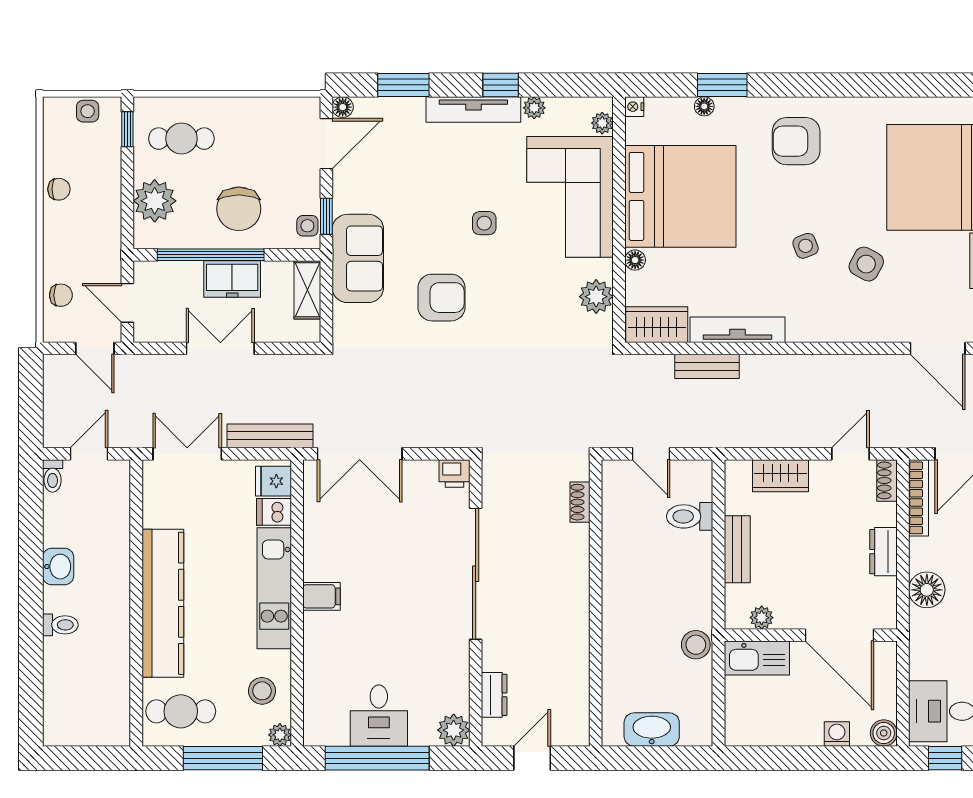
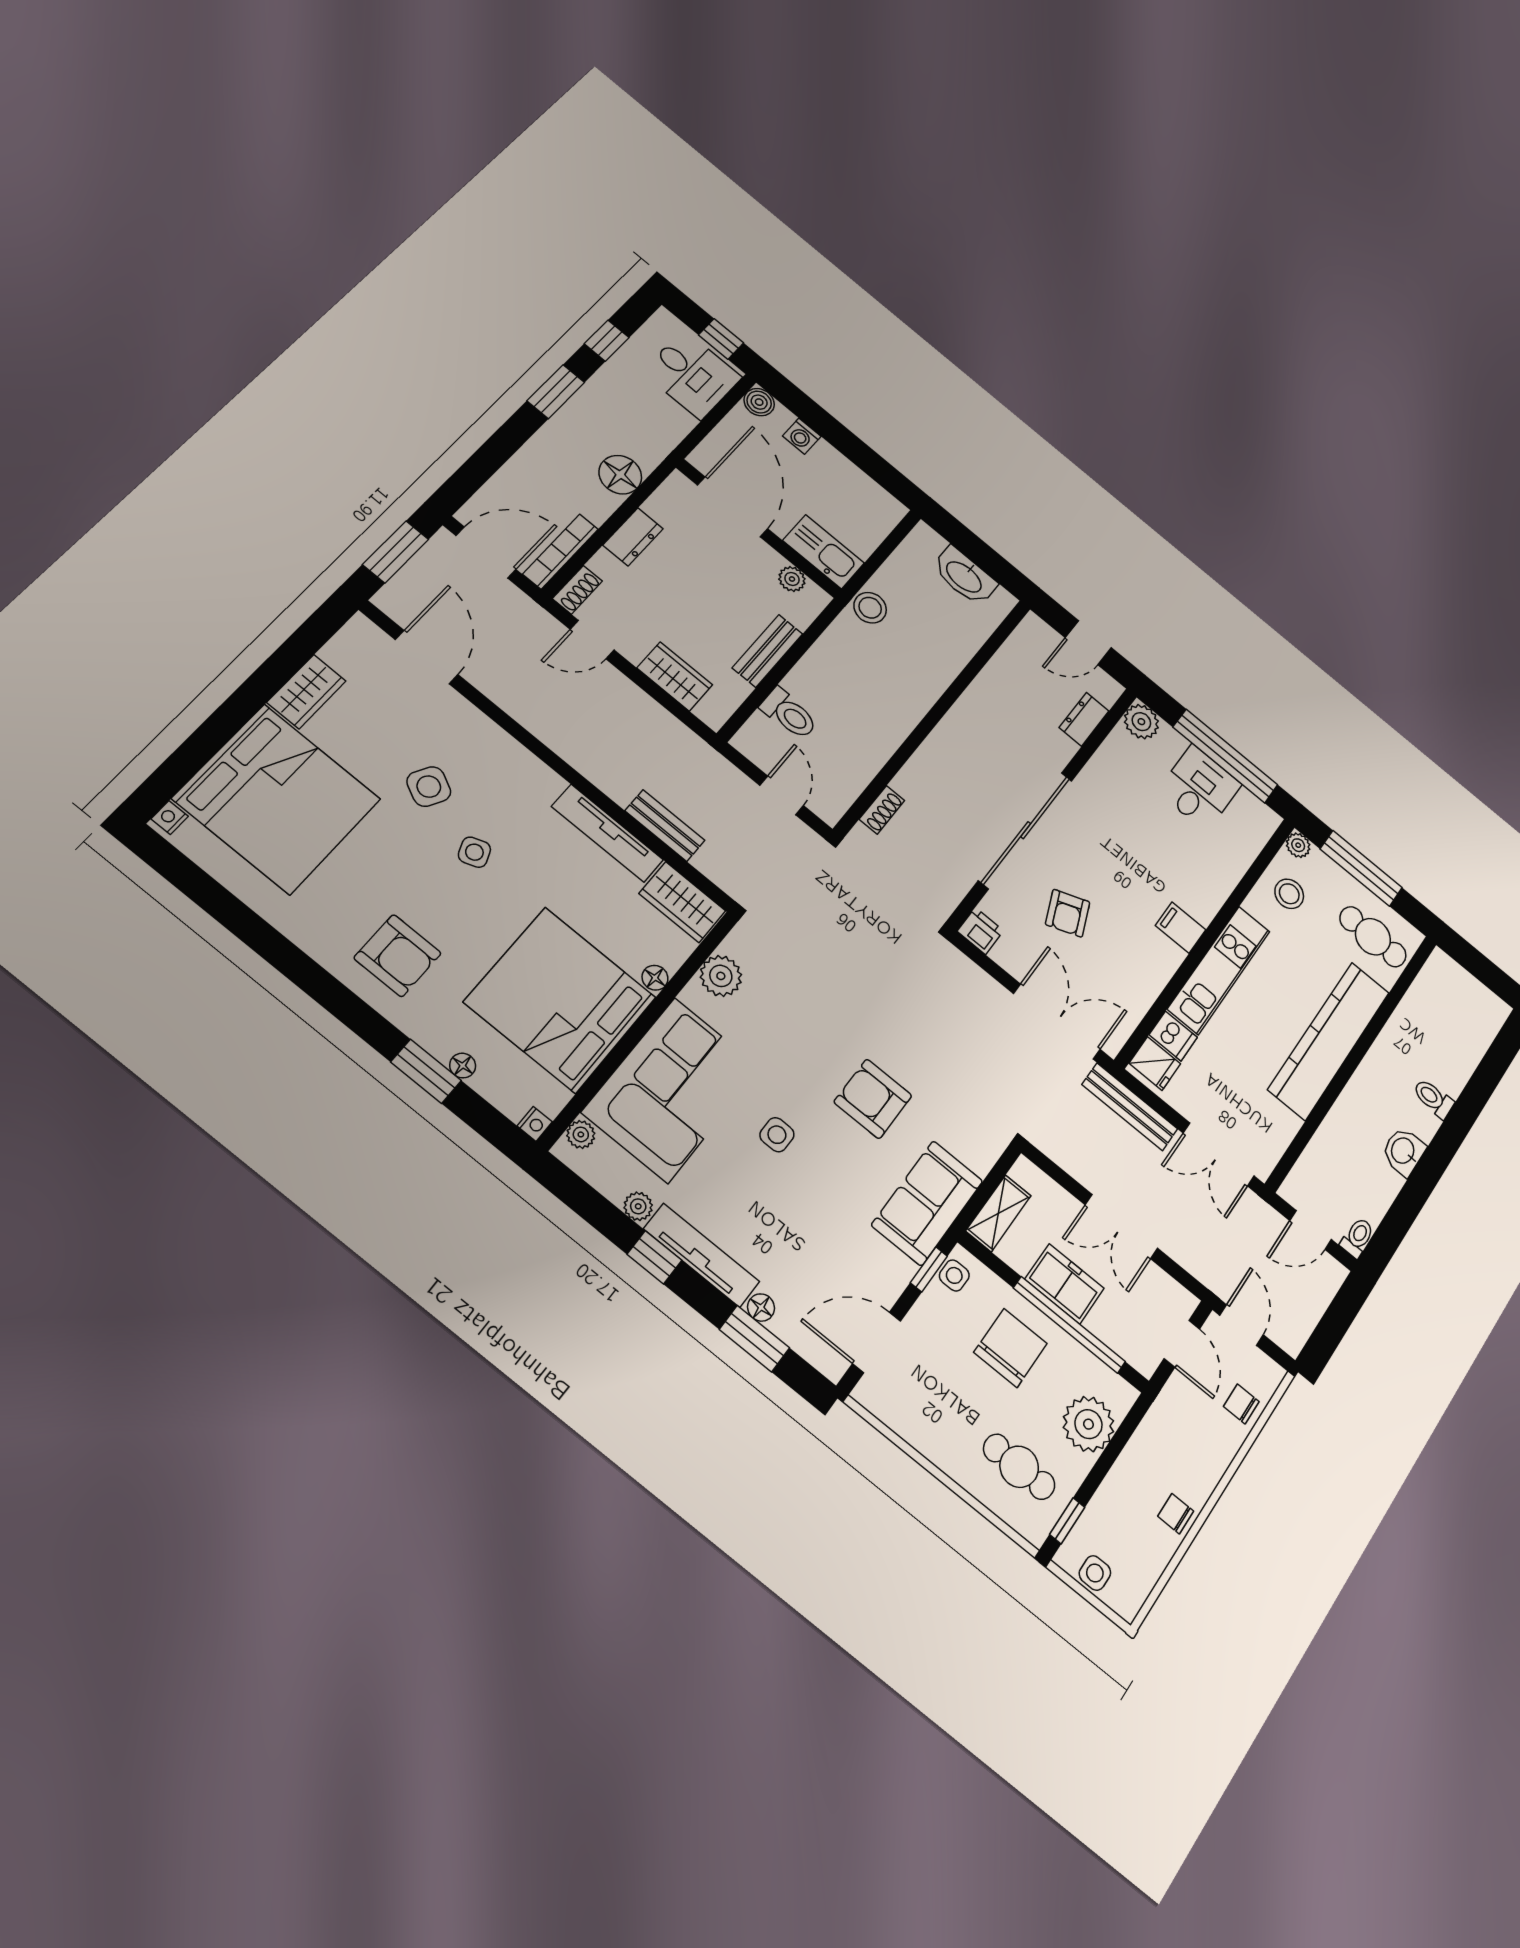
floor lamp: (343, 107) -> (761, 1308), moved
armchair: (406, 538) -> (1068, 913), added

